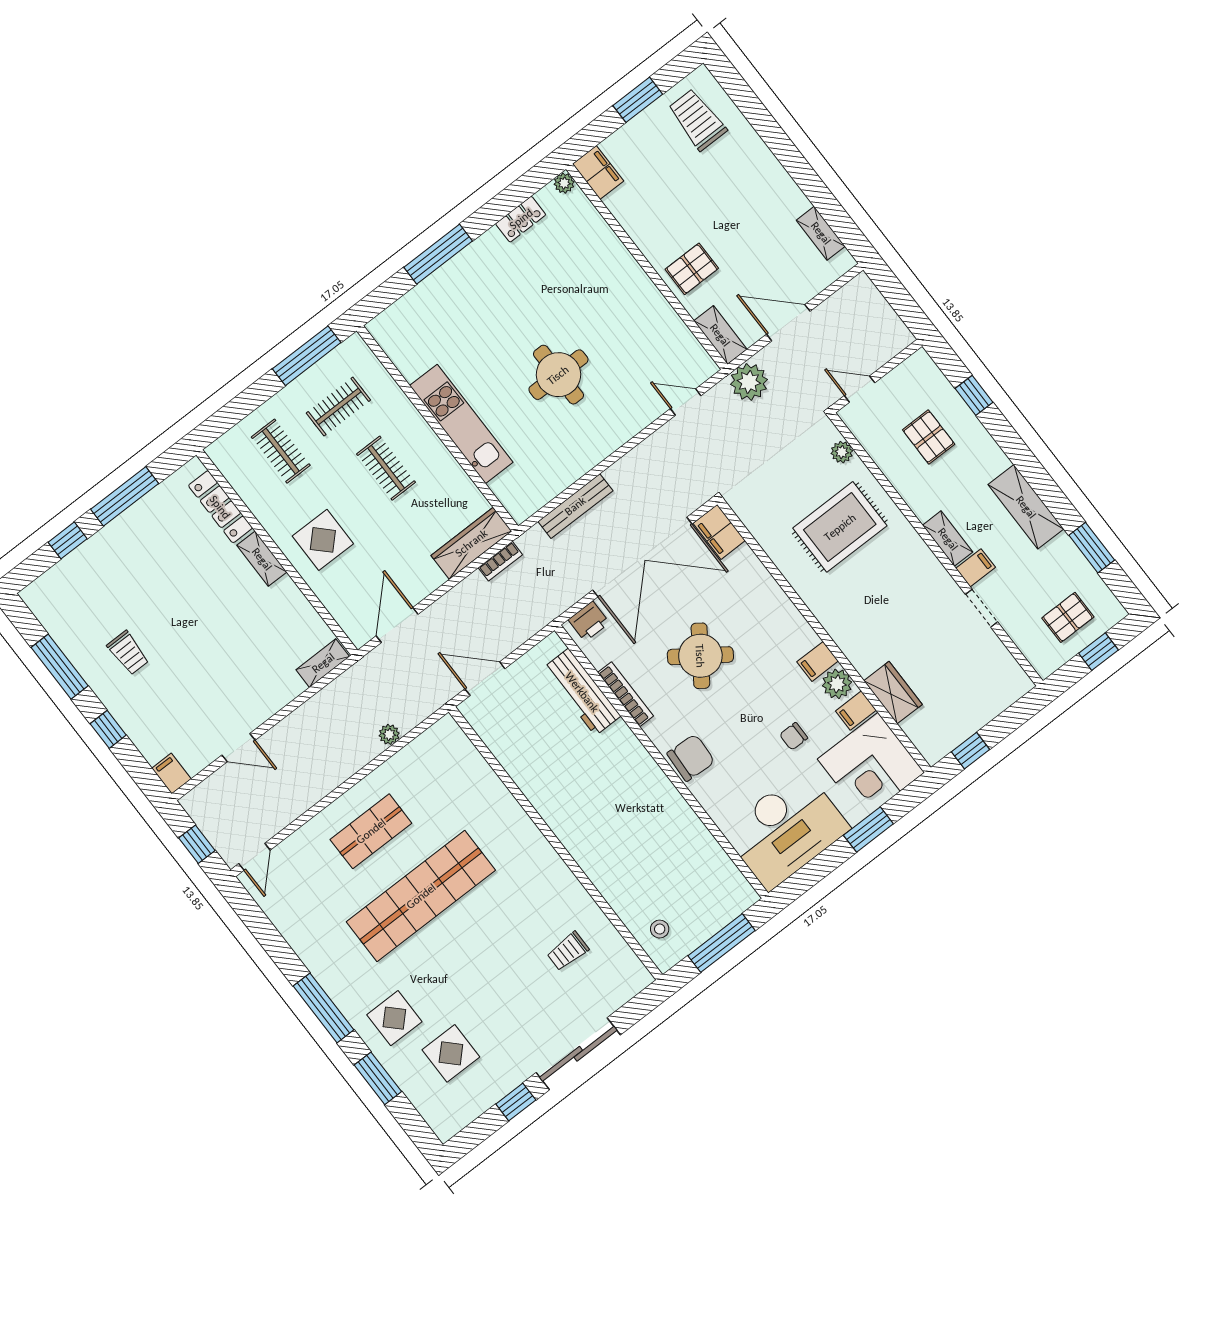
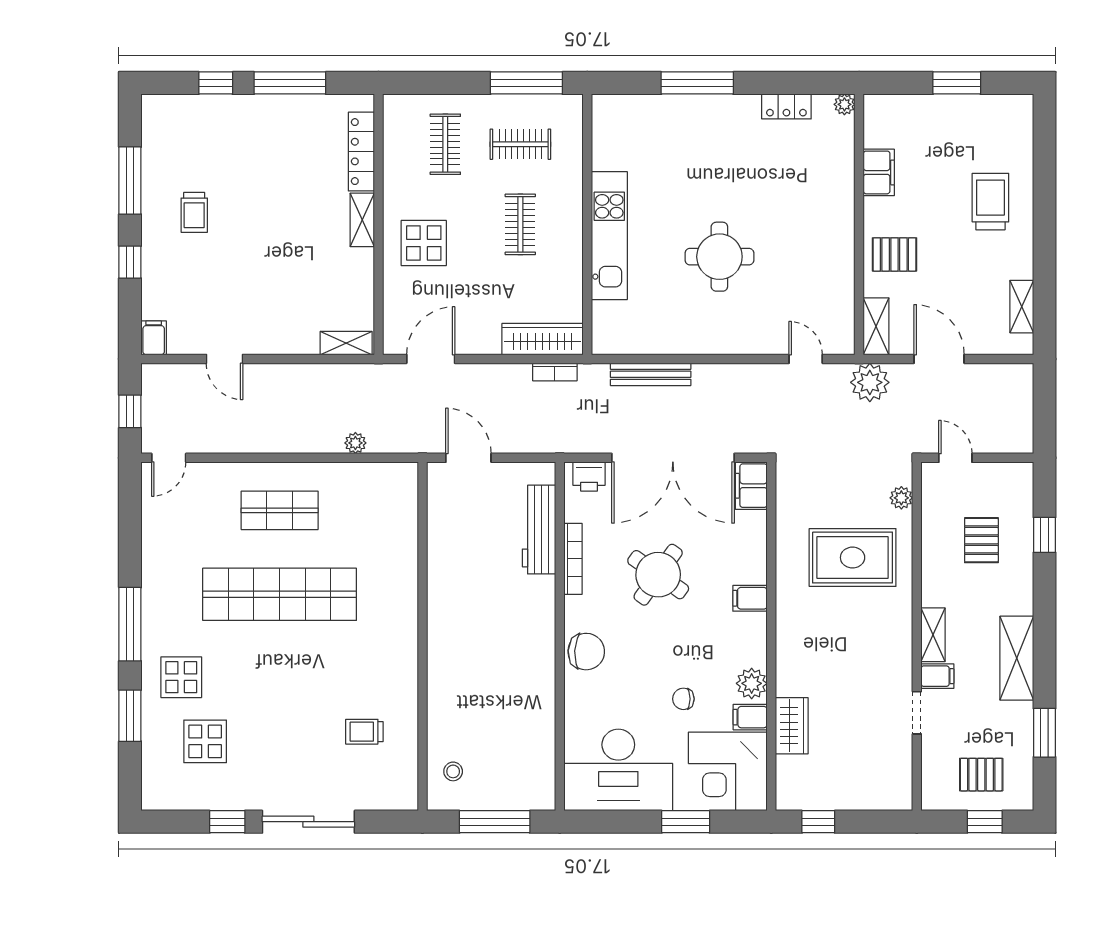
trolley: (697, 120) -> (990, 202), moved
filing cabinet: (598, 173) -> (879, 172), moved
filing cabinet: (818, 661) -> (750, 598), moved

